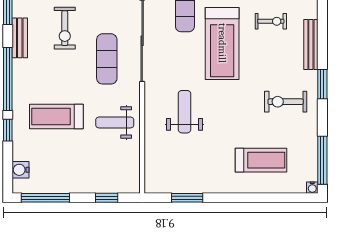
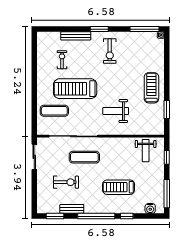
treadmill: (222, 43) -> (75, 89), turned 180
treadmill: (56, 117) -> (119, 187), turned 90
weight bench: (115, 122) -> (146, 151), moved
treadmill: (261, 160) -> (151, 88), moved

